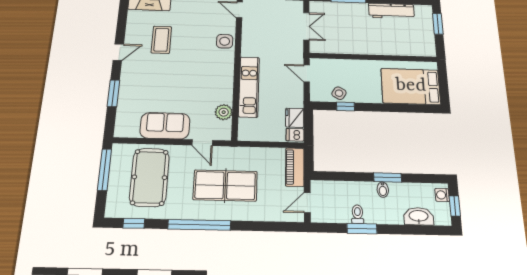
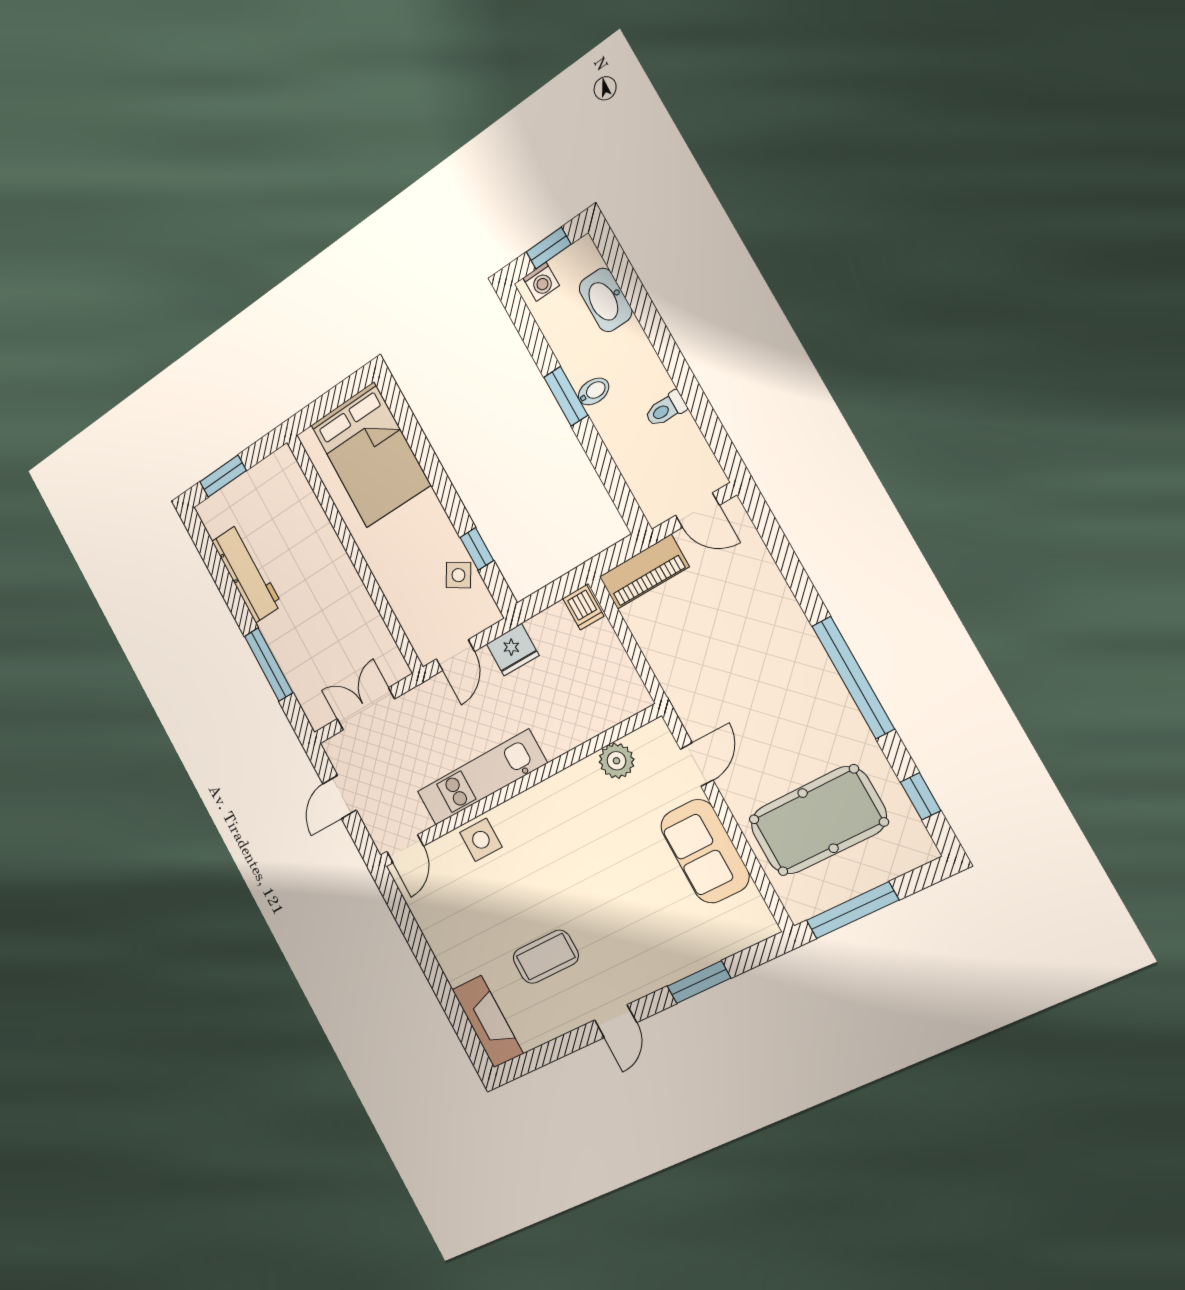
door: (118, 52) -> (616, 1021), swing flipped
kitchen unit: (249, 87) -> (482, 777), moved
fridge: (295, 118) -> (513, 650), moved
table tennis table: (225, 185) -> (752, 675), removed
window: (362, 229) -> (688, 386), removed

